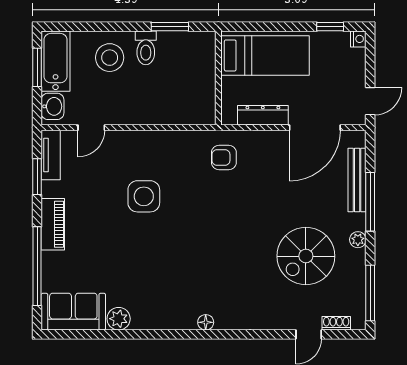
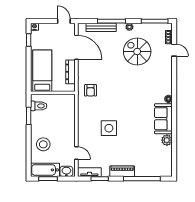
toilet: (146, 48) -> (39, 106), moved
spiral stairs: (306, 256) -> (137, 51), turned 180
sofa: (73, 312) -> (163, 119), moved

